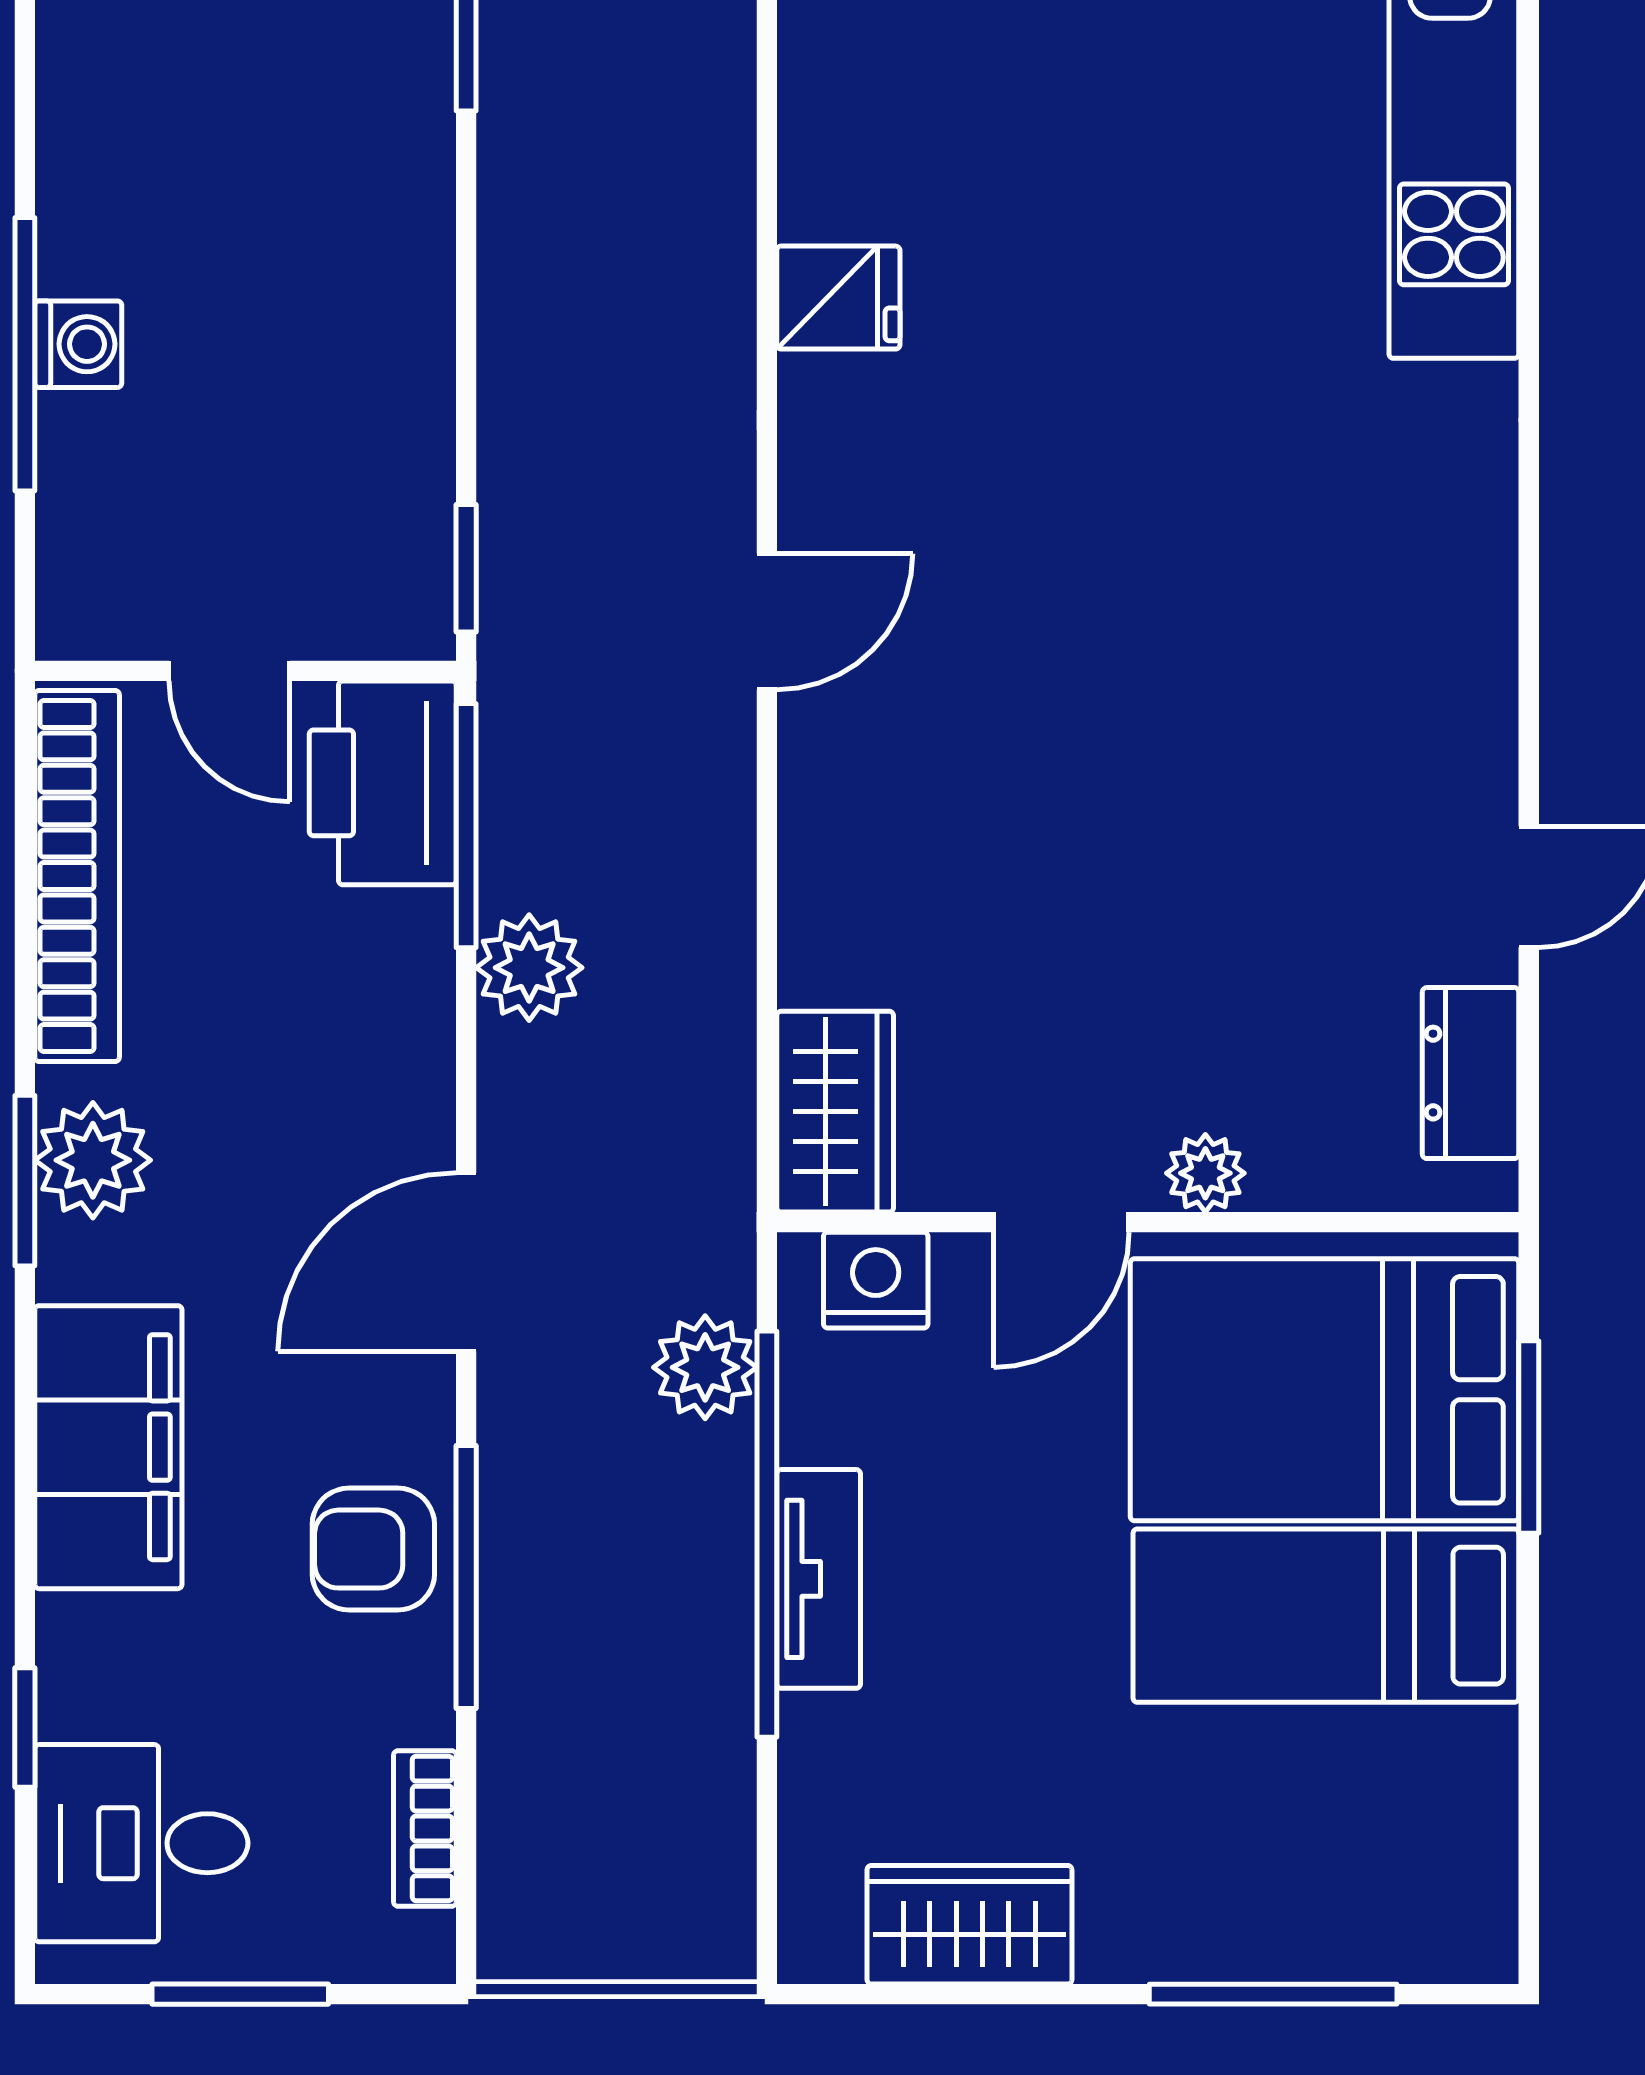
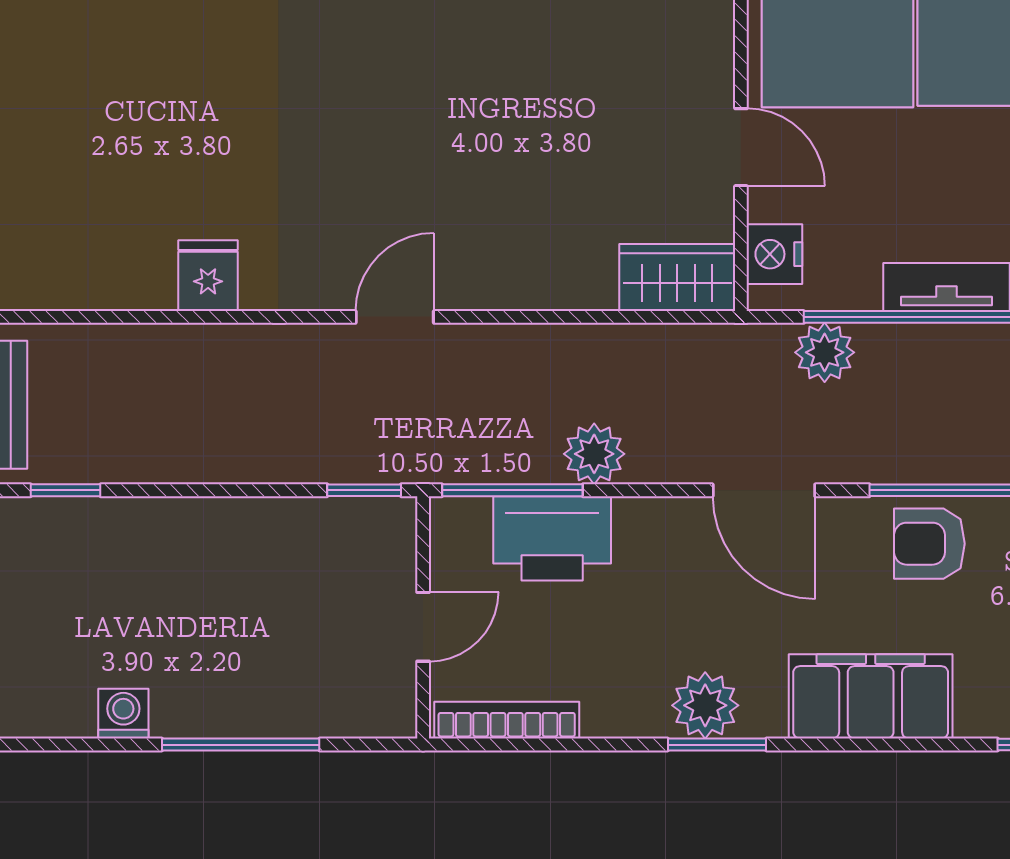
washing machine: (78, 344) -> (123, 714), moved
door: (767, 622) -> (395, 317), hinge flipped
printer: (383, 783) -> (552, 538), moved
bookcase: (77, 876) -> (507, 720), width x0.68, depth x0.76
plant: (1205, 1173) -> (713, 64), removed
armchair: (373, 1549) -> (929, 544), turned 90

